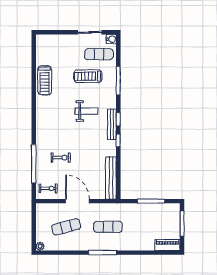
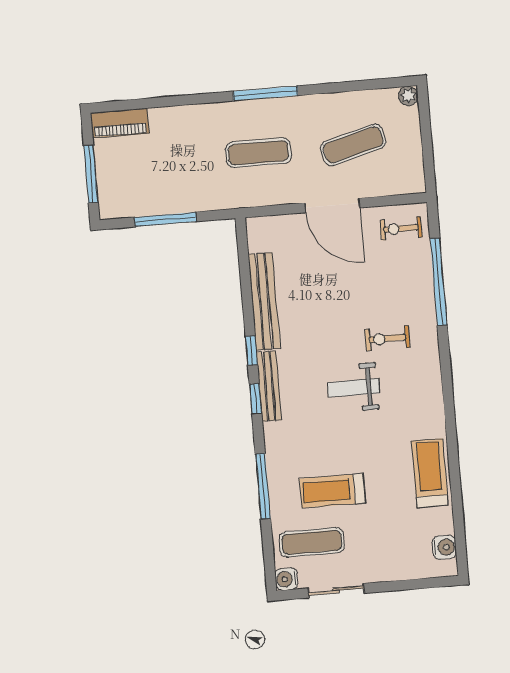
water cooler: (41, 47) -> (444, 547), added
treadmill: (88, 76) -> (332, 491), turned 180
weight bench: (86, 111) -> (354, 388), moved
exercise bike: (61, 158) -> (387, 338), moved
bench: (111, 178) -> (264, 301), moved

